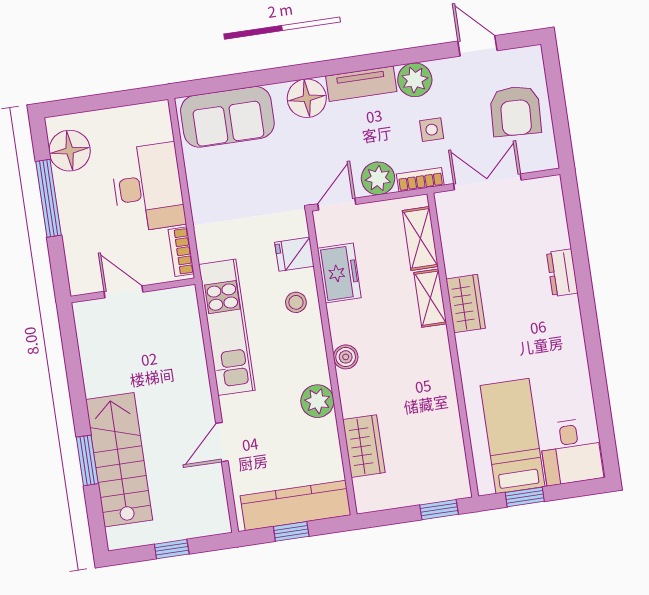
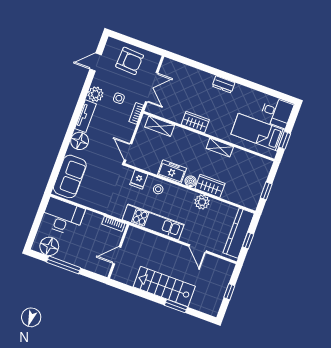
plant: (378, 178) -> (127, 130), removed
double door: (487, 182) -> (152, 87), swing flipped
desk: (148, 187) -> (63, 217), moved
freezer: (339, 273) -> (172, 172), moved
dresser: (562, 273) -> (223, 84), moved
shelving: (430, 298) -> (220, 148), moved
wardrobe: (364, 446) -> (210, 186), moved
stairs: (119, 460) -> (164, 287), moved
window: (439, 510) -> (266, 191), moved

